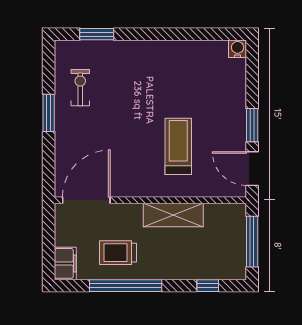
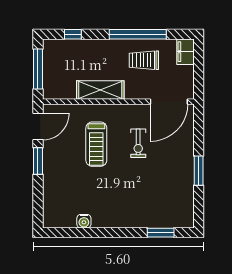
water cooler: (238, 49) -> (84, 221), moved
exercise bike: (80, 88) -> (138, 143), moved
door: (252, 169) -> (38, 127), hinge flipped
trolley: (118, 253) -> (144, 60), turned 180

